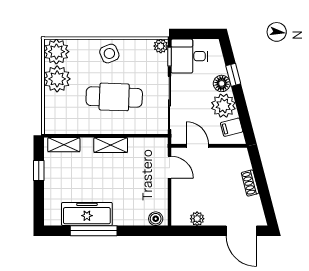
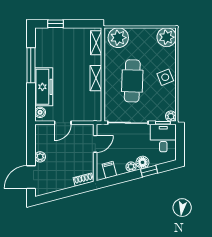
plant: (57, 79) -> (118, 38), moved
plant: (223, 106) -> (131, 167), width x0.53, depth x0.53
door: (169, 167) -> (63, 123), moved
window: (39, 170) -> (56, 24), moved
shoe rack: (250, 183) -> (83, 180), moved
freezer: (87, 214) -> (44, 87), moved
plant: (197, 219) -> (40, 157), moved

